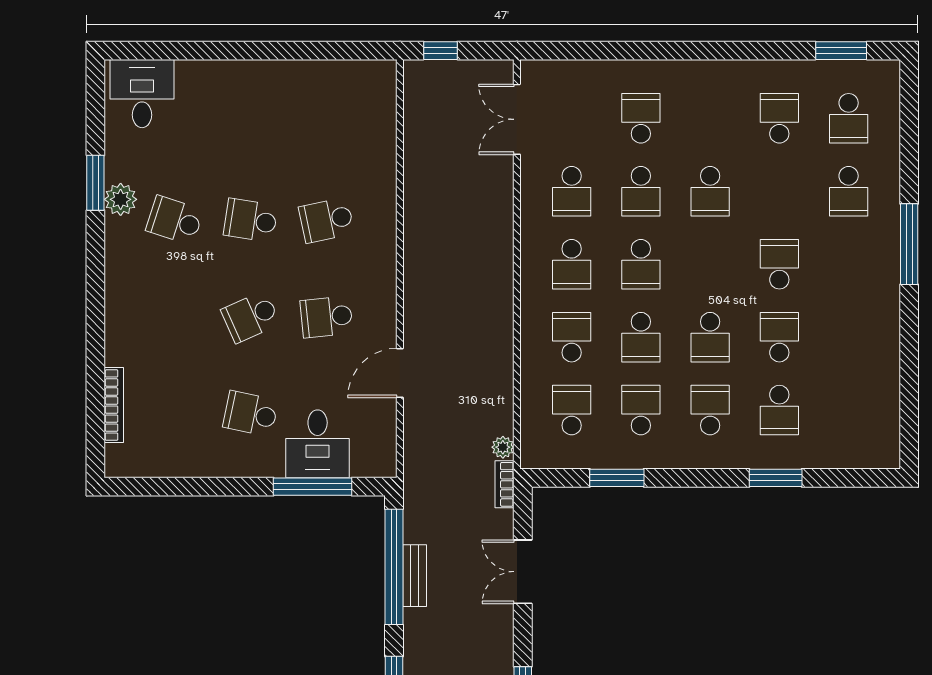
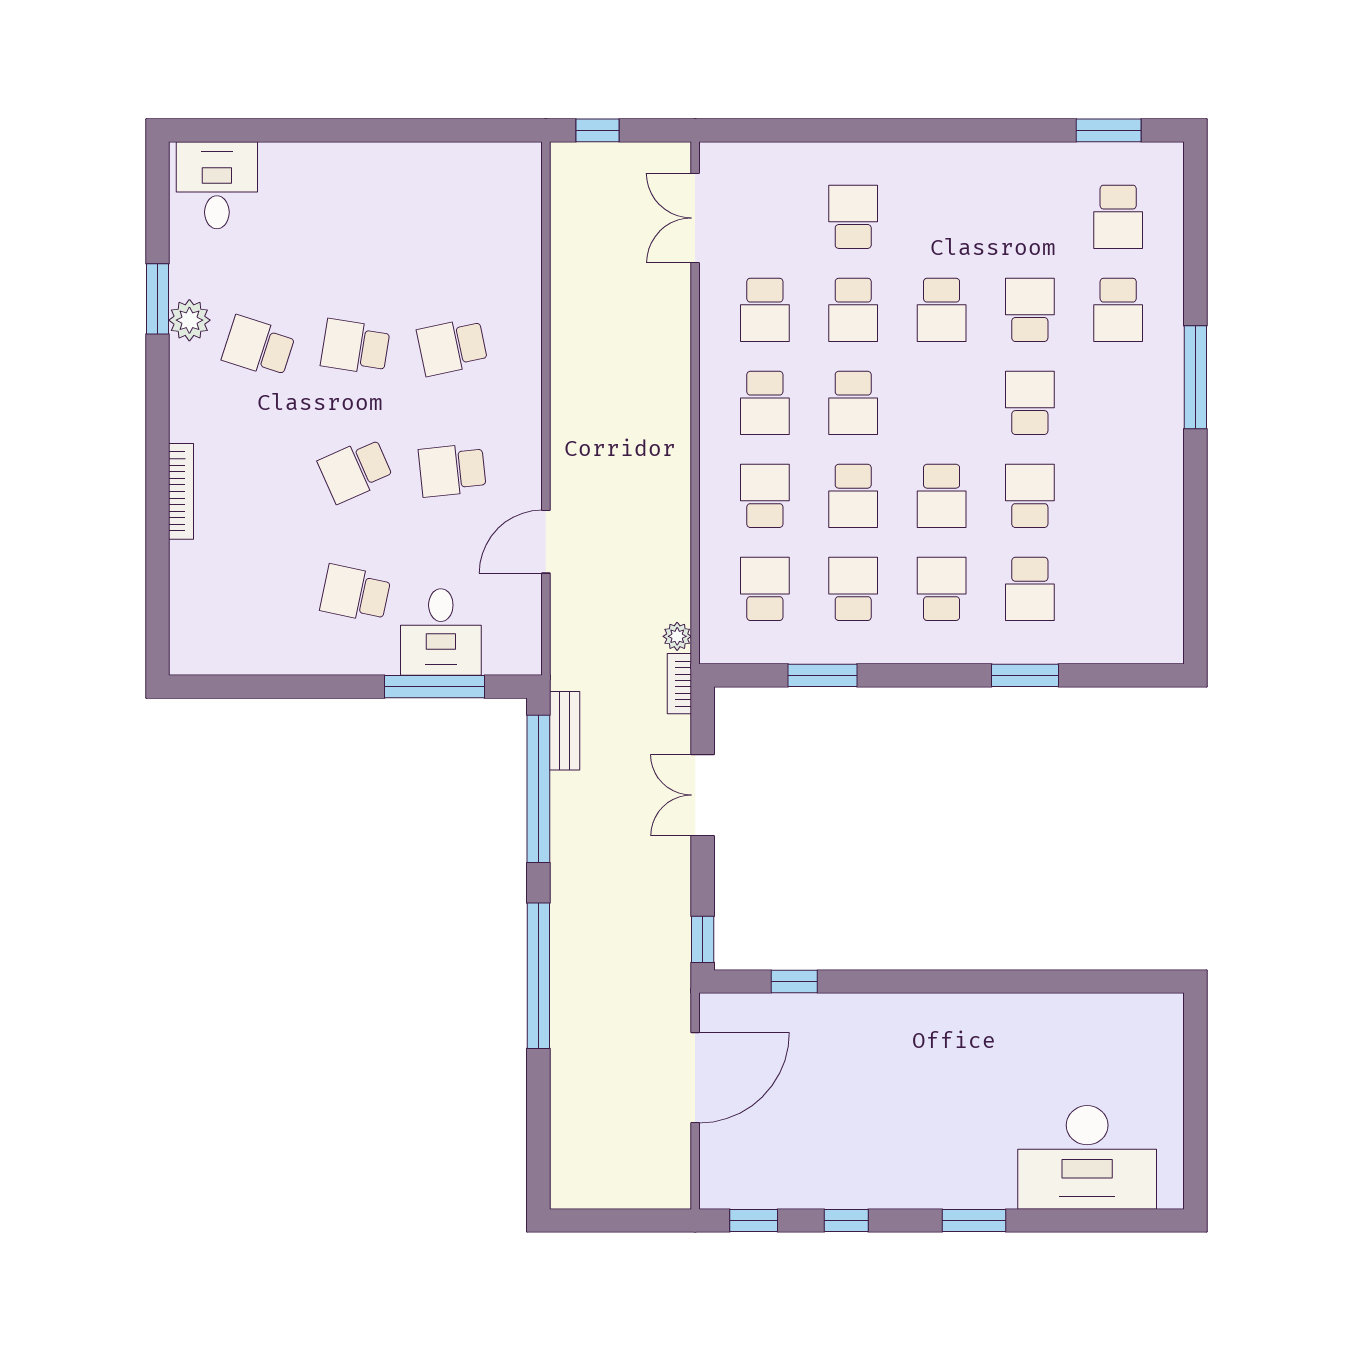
school desk: (779, 118) -> (1030, 310), moved
bookcase: (114, 405) -> (181, 491), moved
bench: (415, 576) -> (565, 731), moved

